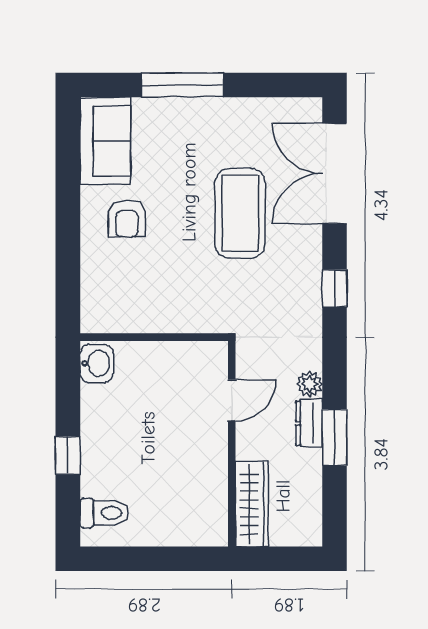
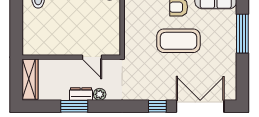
coffee table: (240, 213) -> (178, 41), moved
window: (335, 288) -> (157, 106), moved
wardrobe: (252, 504) -> (30, 79), moved, turned -90

